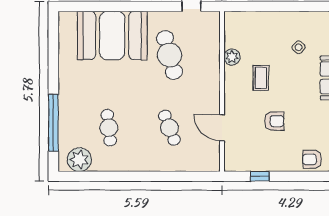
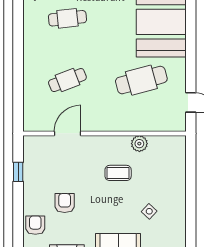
armchair: (274, 121) -> (65, 203), moved, turned 180

